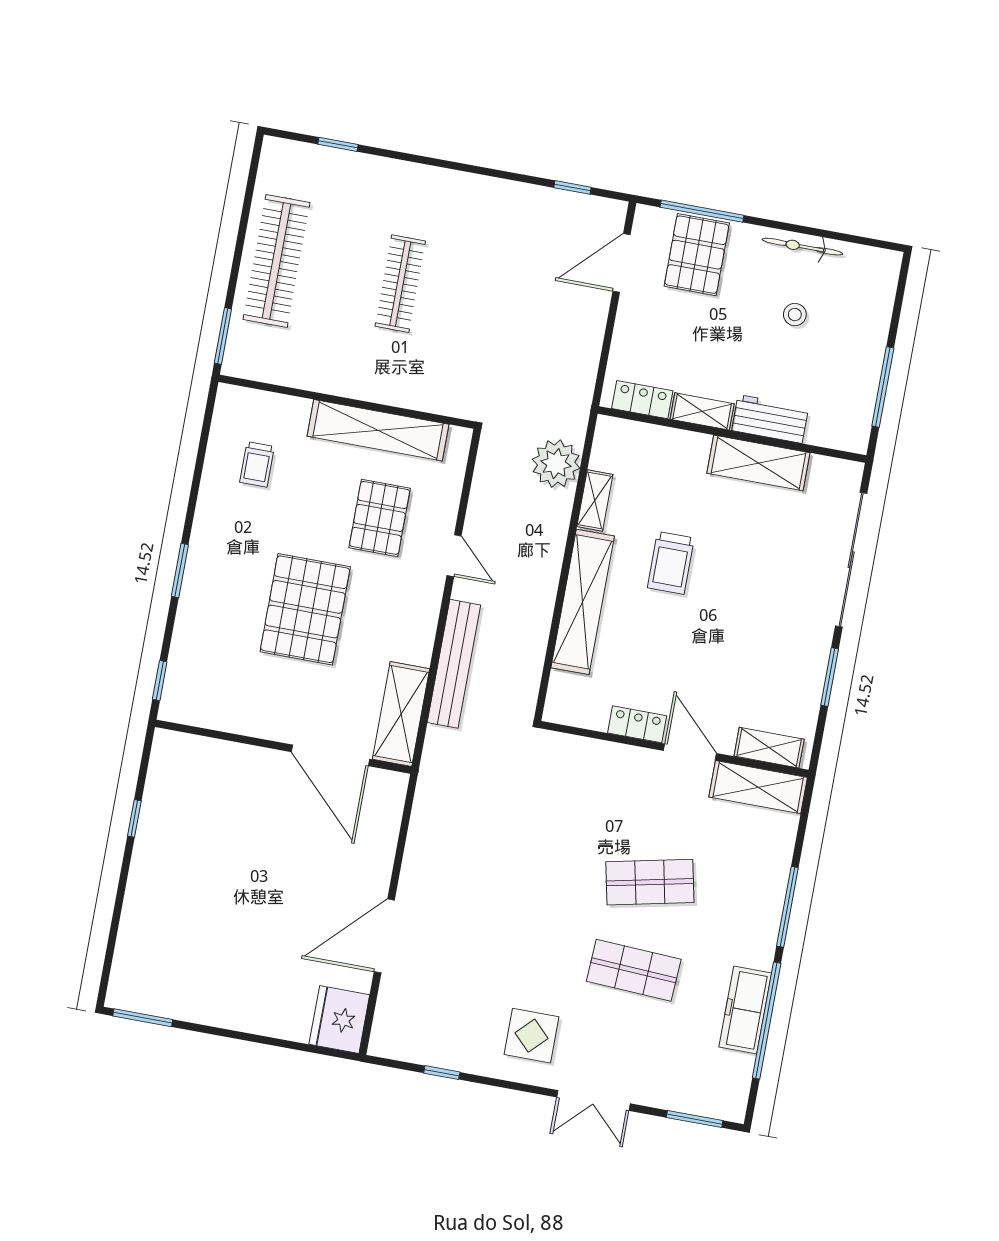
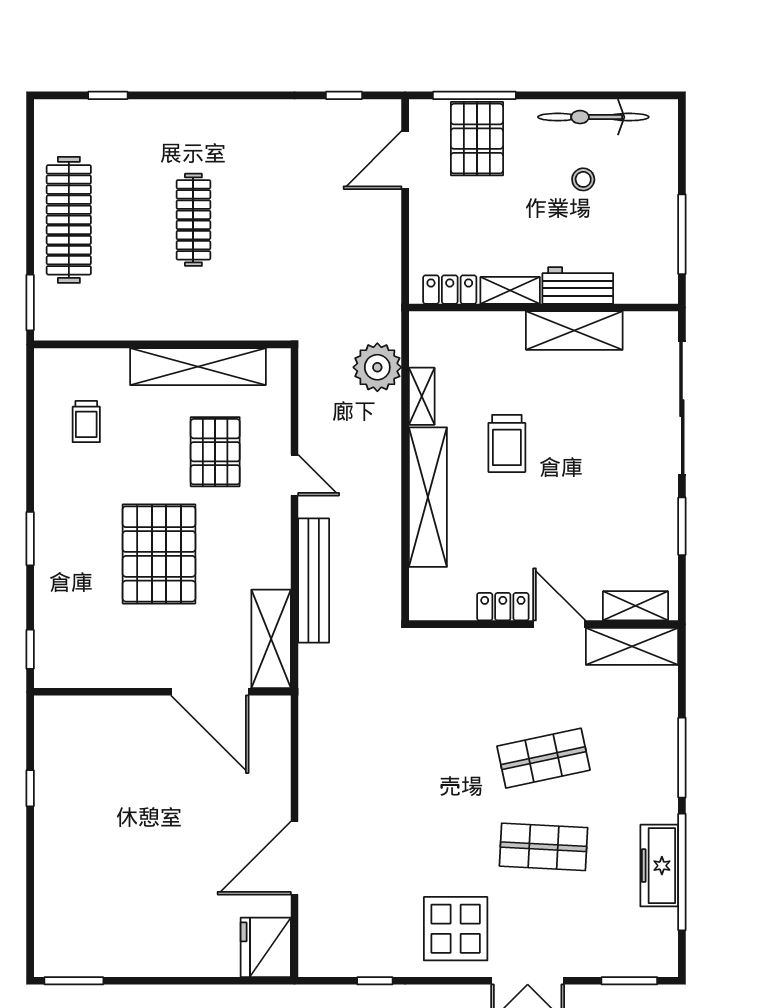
bicycle: (802, 247) -> (593, 117), width x1.37, depth x1.40
display table: (531, 1036) -> (456, 929), width x1.36, depth x1.36

